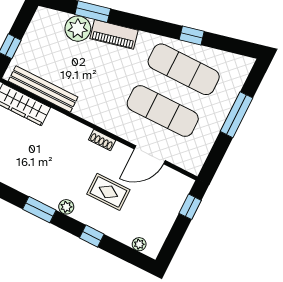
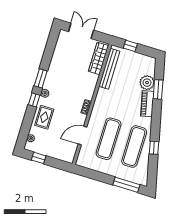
window: (236, 115) -> (126, 185), moved
door: (150, 155) -> (82, 136), hinge flipped
rug: (108, 192) -> (44, 117), moved
window: (190, 207) -> (39, 158), moved
window: (92, 236) -> (34, 100), moved

